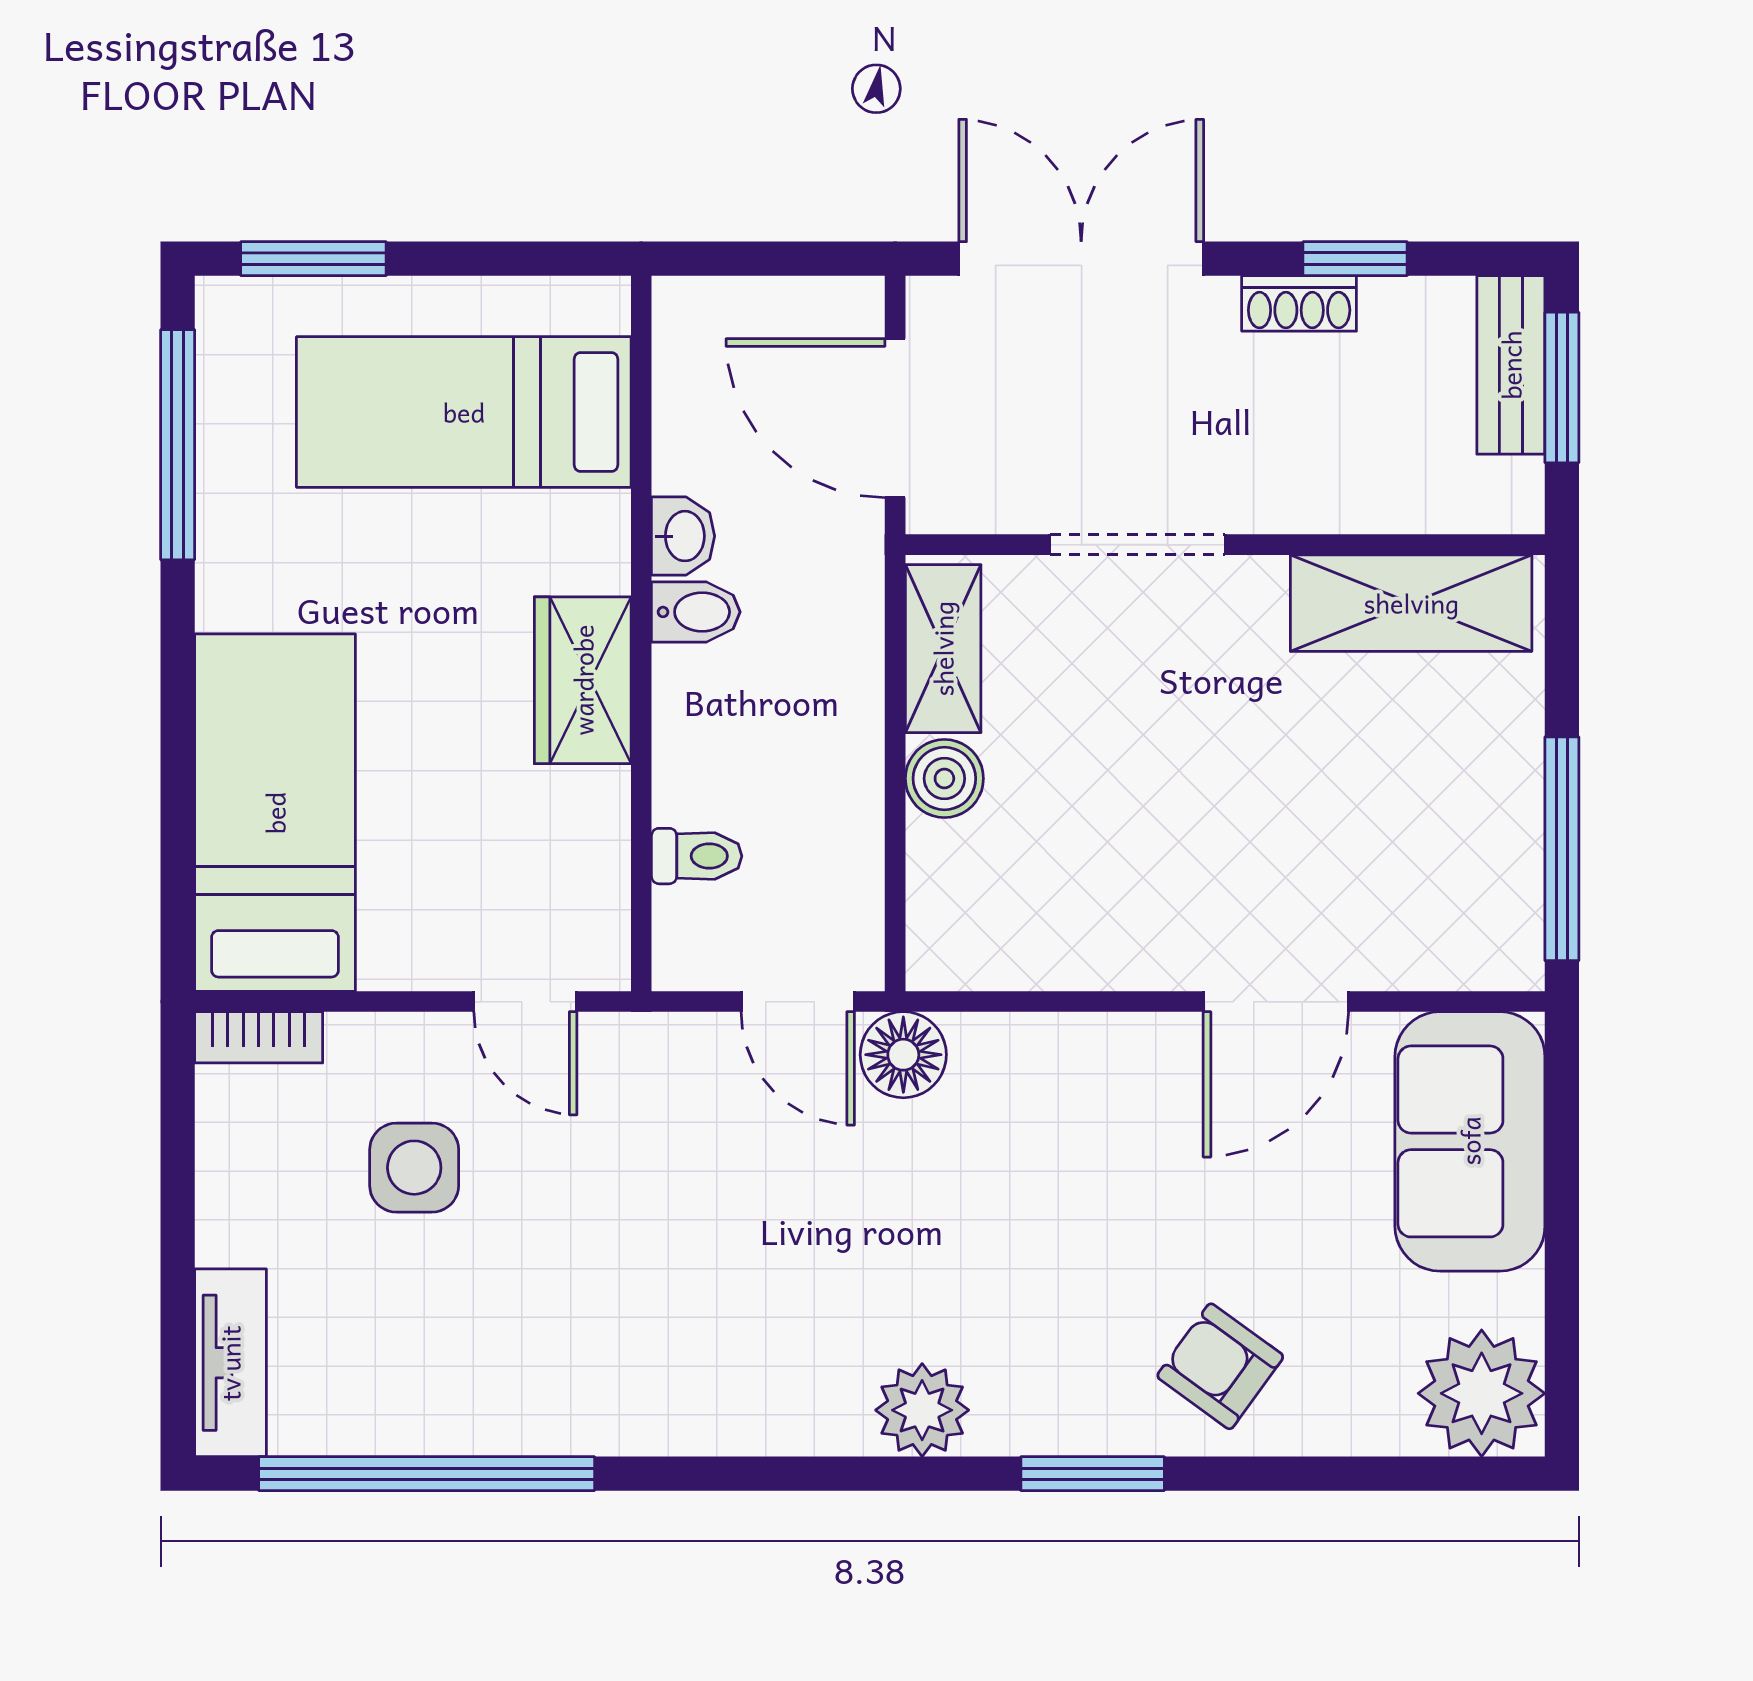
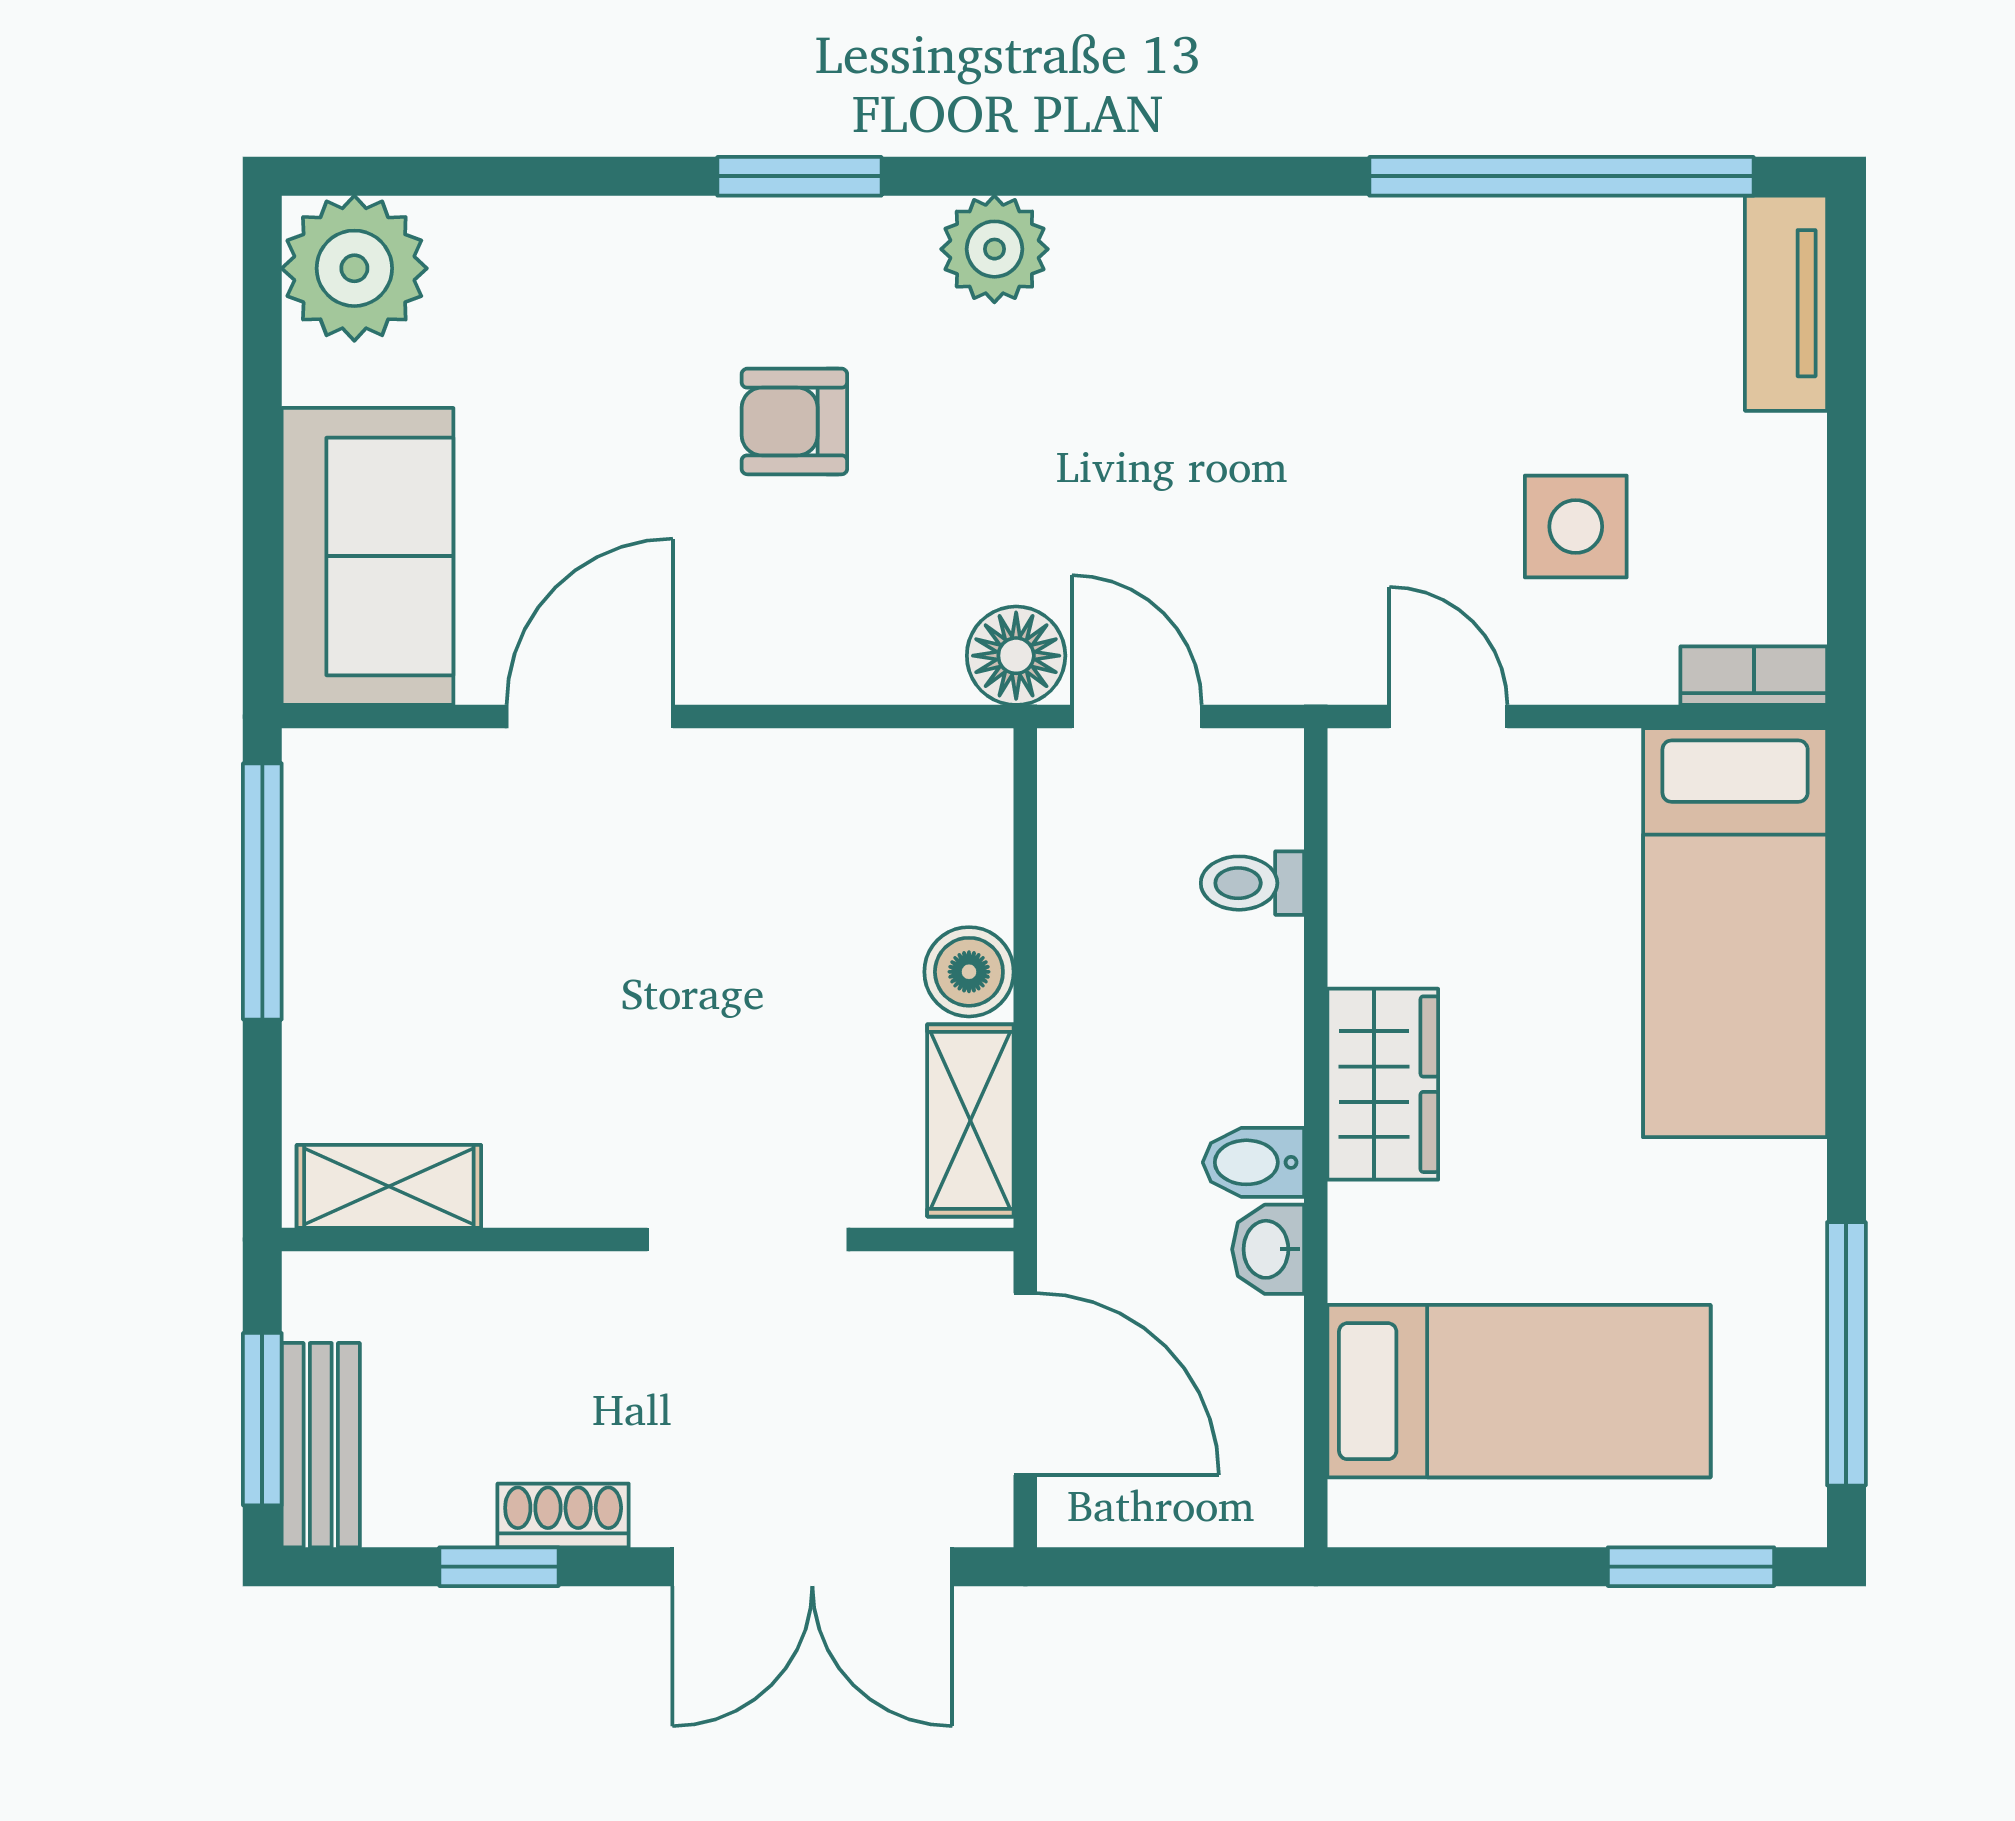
shelving: (1411, 603) -> (389, 1186), width x0.67, depth x0.75
armchair: (1220, 1366) -> (794, 421), moved, turned 144

